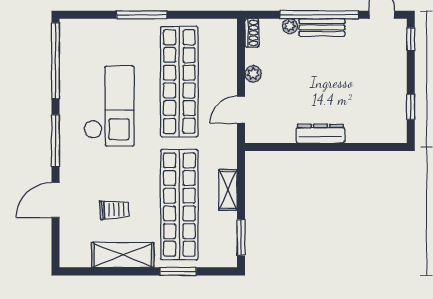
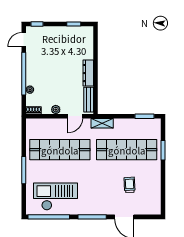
bench: (322, 28) -> (89, 100), moved
checkout: (109, 106) -> (56, 197), moved
door: (241, 110) -> (75, 116), hinge flipped
shelving: (228, 190) -> (102, 123), moved
shelving: (123, 255) -> (154, 180), removed

